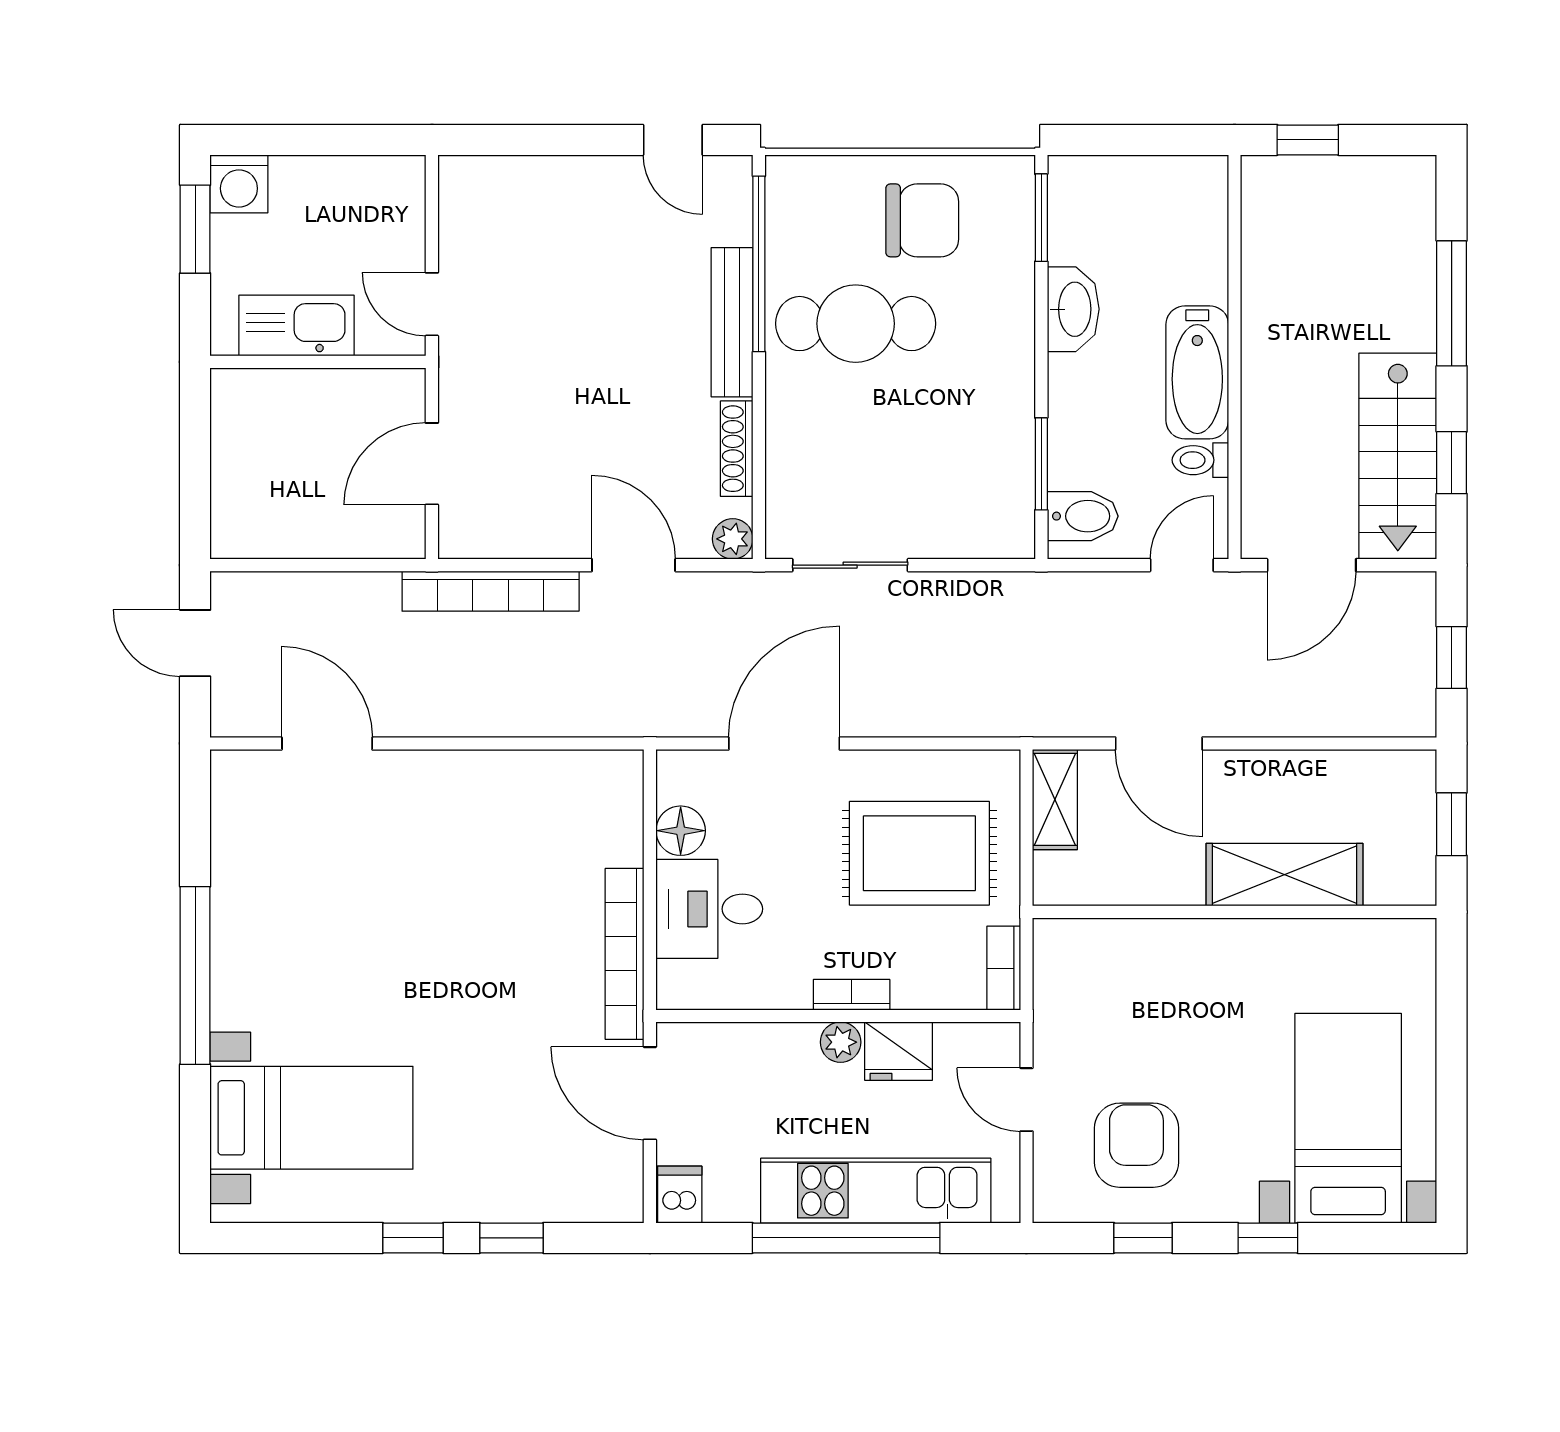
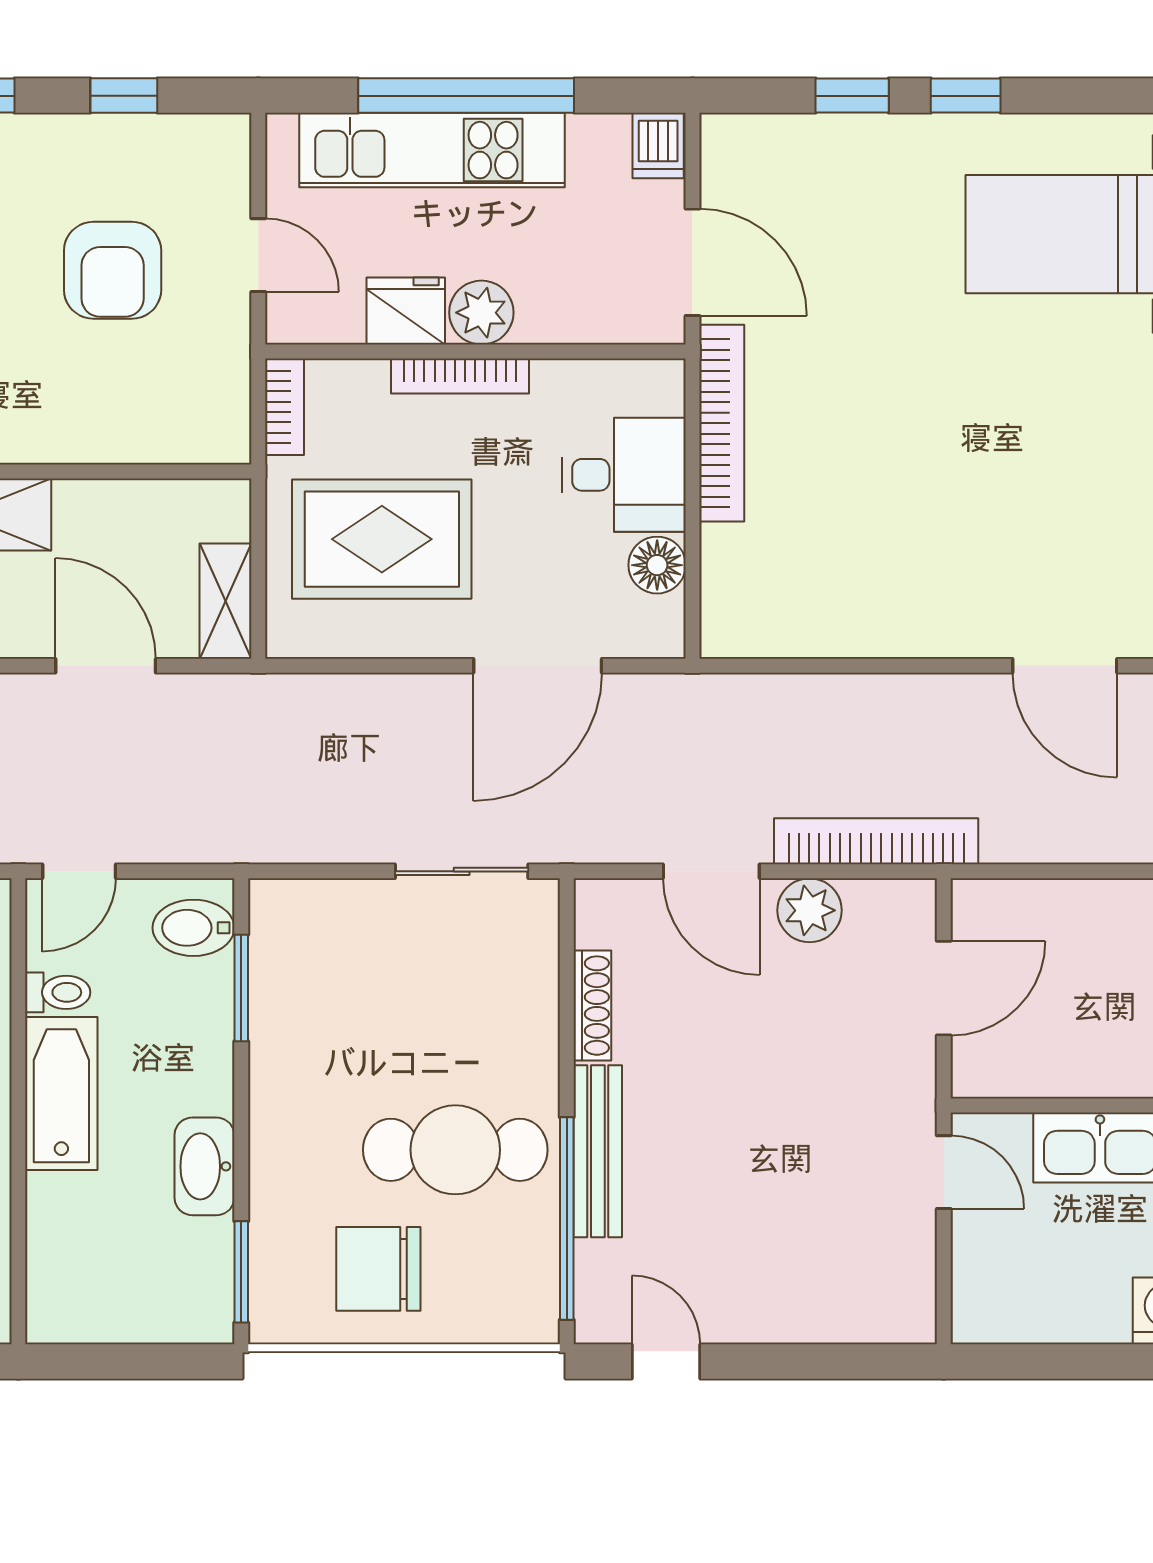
plant: (733, 539) -> (809, 910), moved, width x1.38, depth x1.38
bookcase: (852, 995) -> (460, 376), width x1.56
plant: (841, 1042) -> (481, 313), width x1.38, depth x1.38
armchair: (1136, 1145) -> (113, 270), moved

